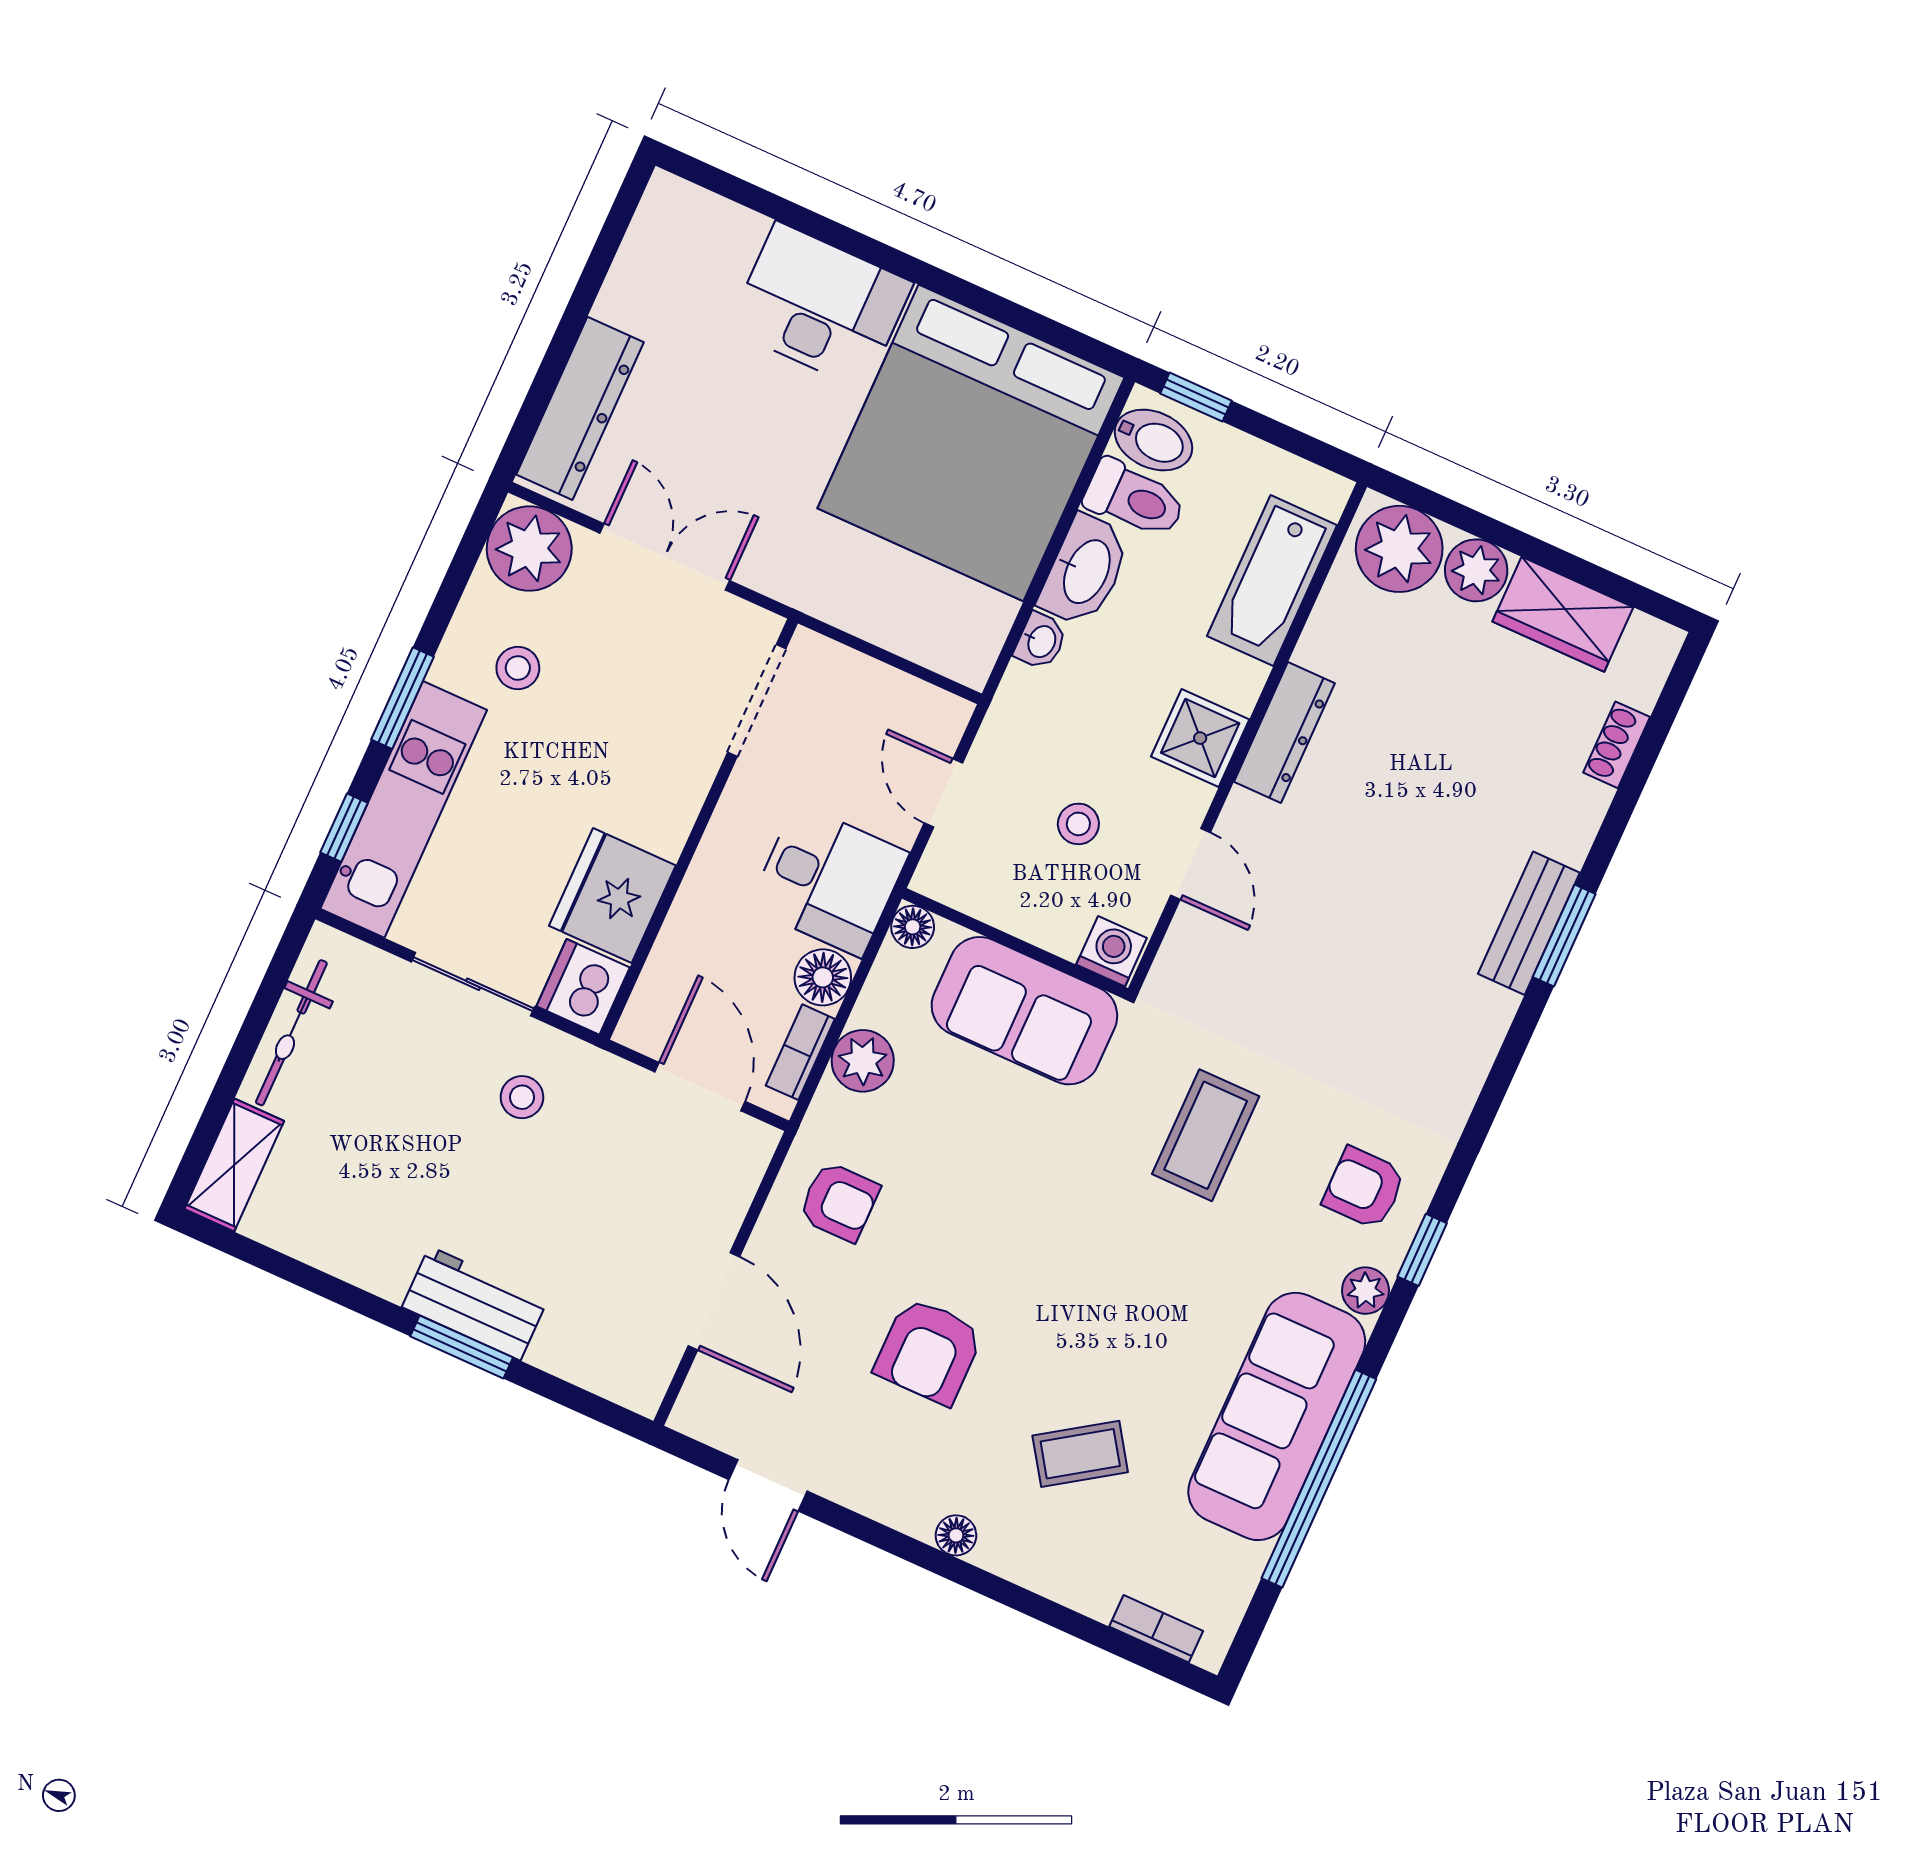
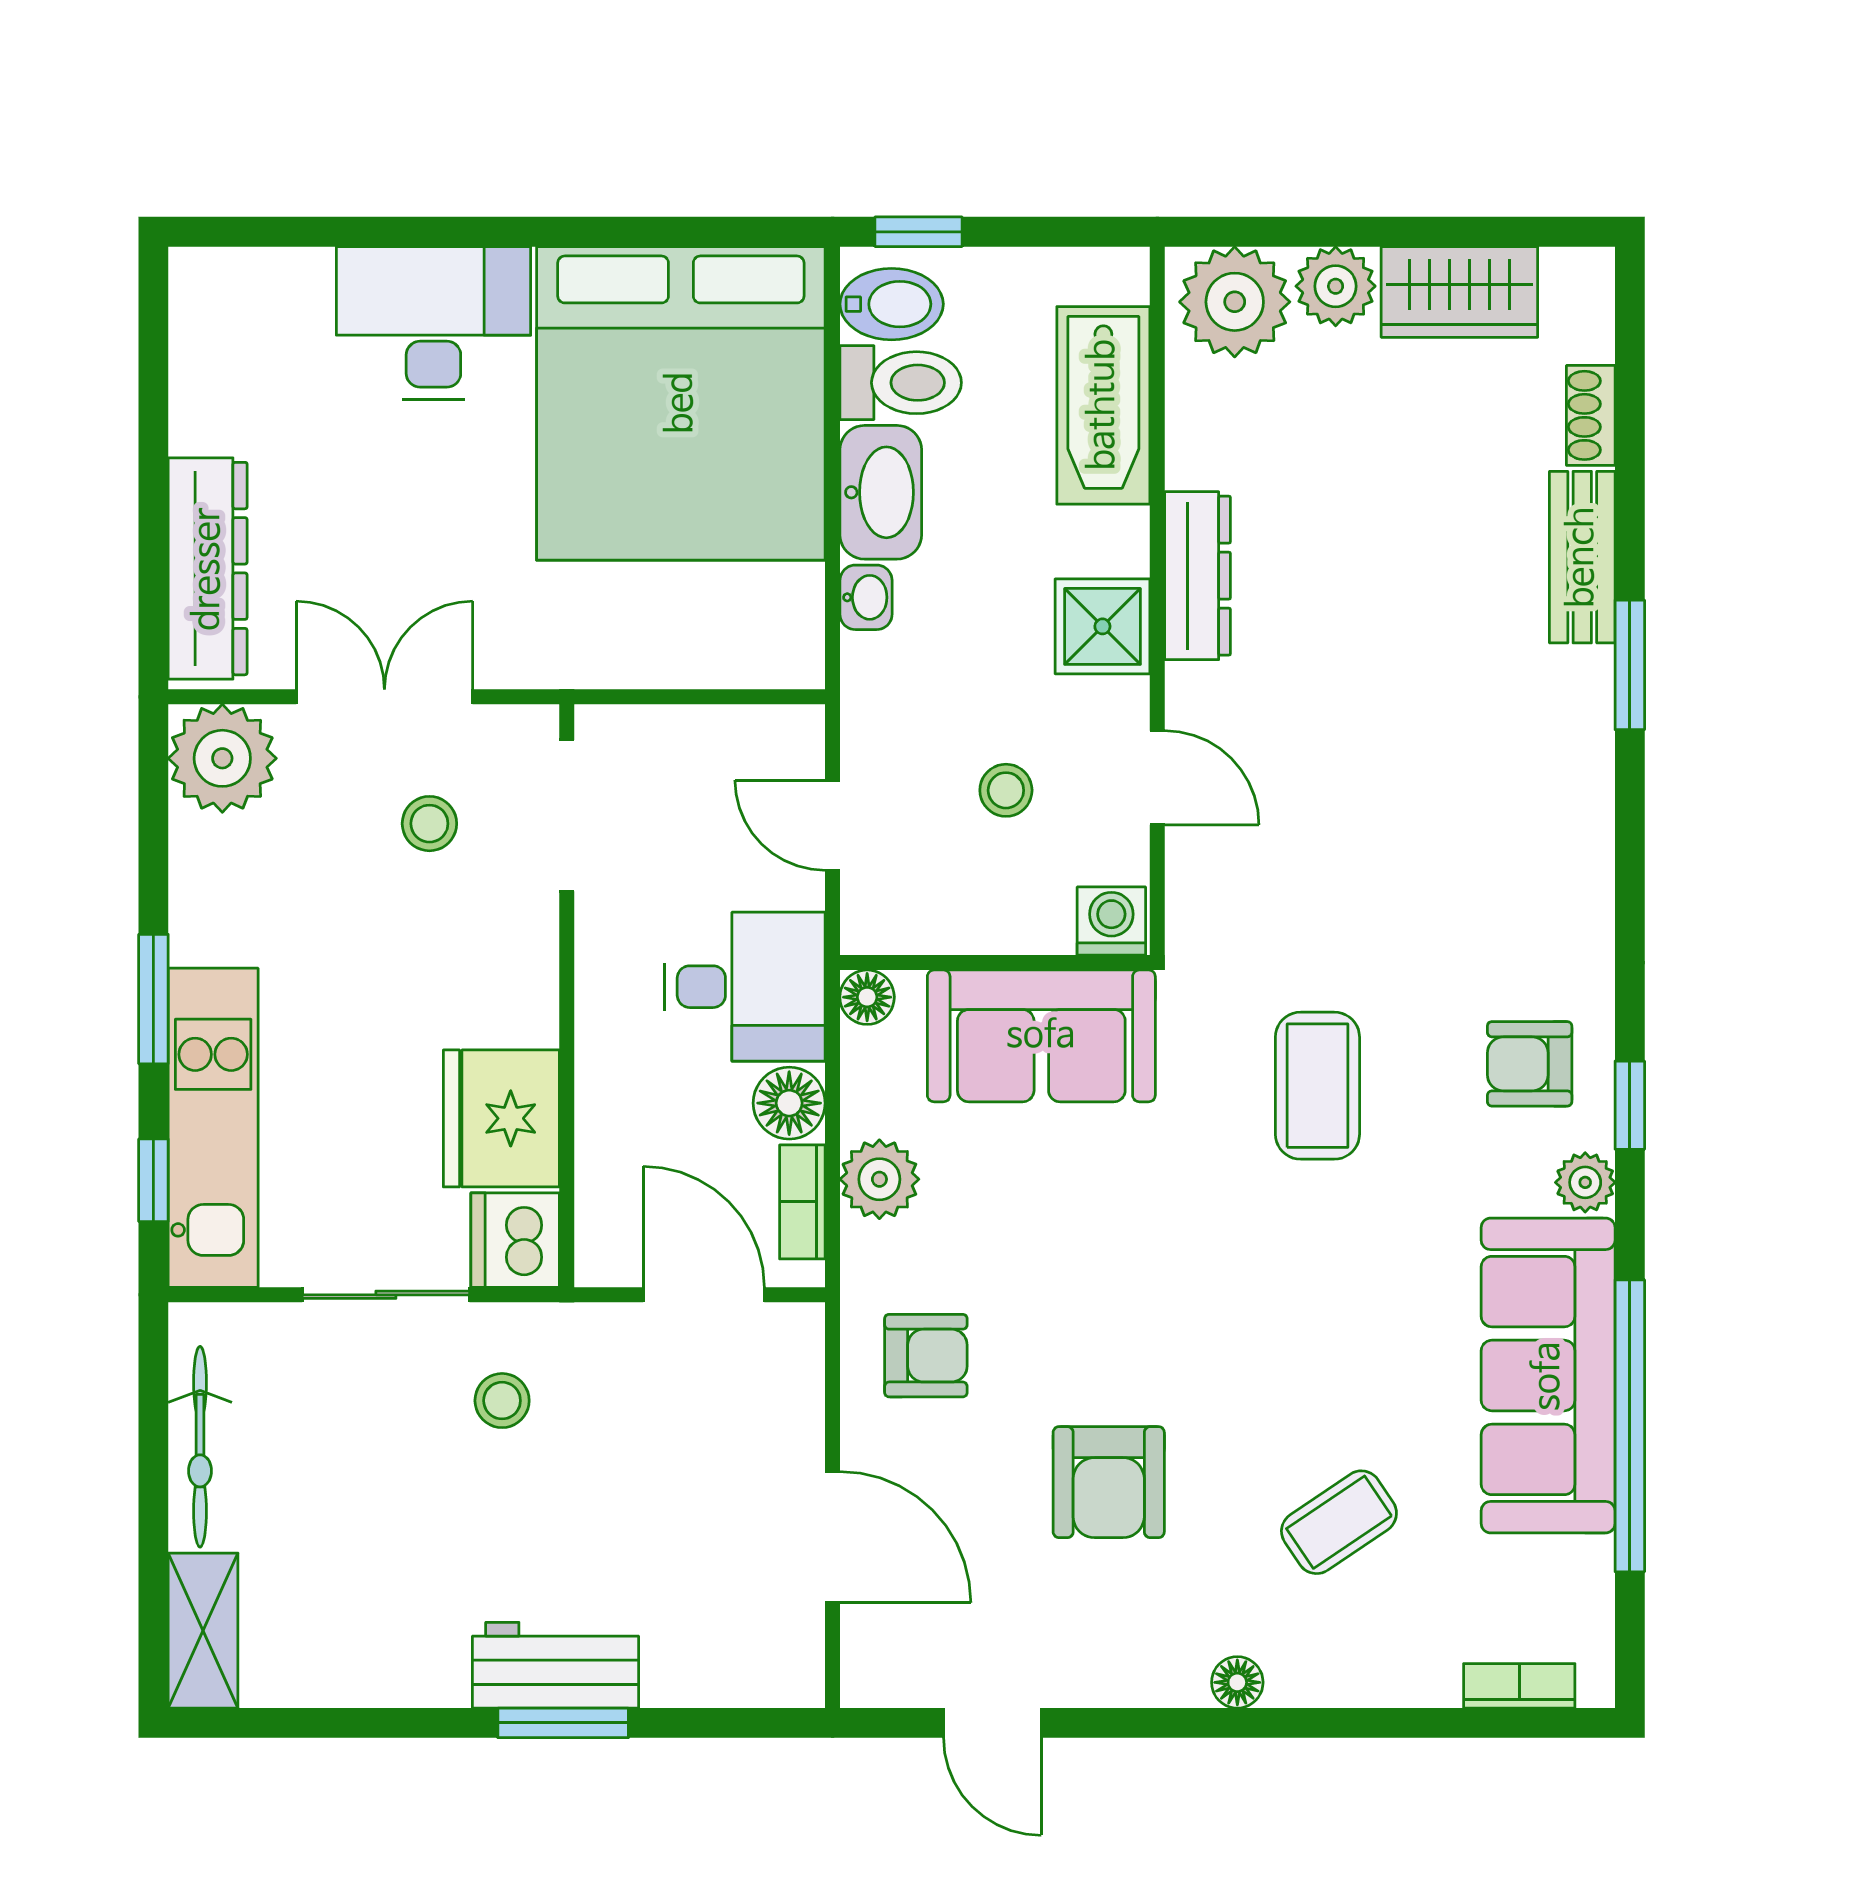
stool: (518, 668) -> (429, 824), moved
bench: (1529, 923) -> (1582, 557), moved

